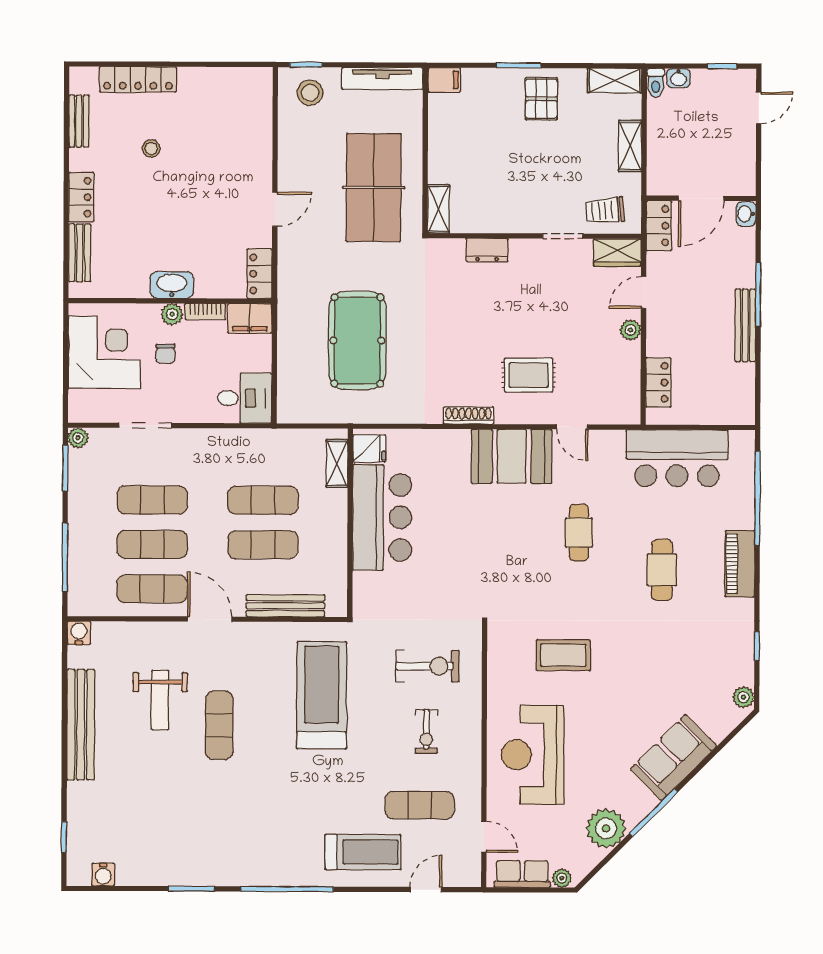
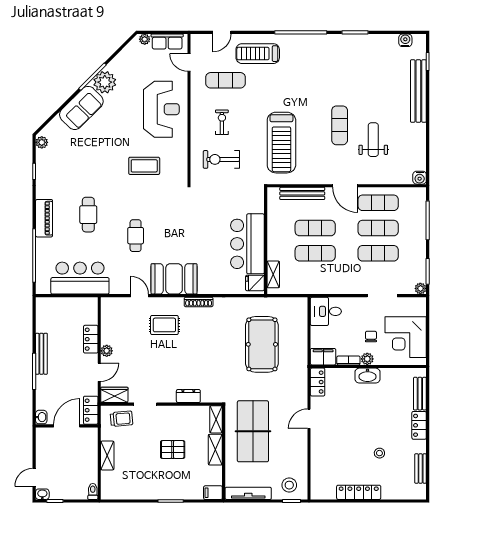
washbasin: (678, 78) -> (42, 494), moved
locker: (138, 79) -> (359, 492), moved
shelving: (615, 80) -> (215, 450), moved, turned 90
pallet: (541, 99) -> (173, 449), moved, turned 90
locker: (658, 382) -> (91, 339), moved
bench: (81, 725) -> (418, 91), moved
plant: (606, 828) -> (105, 82), moved

